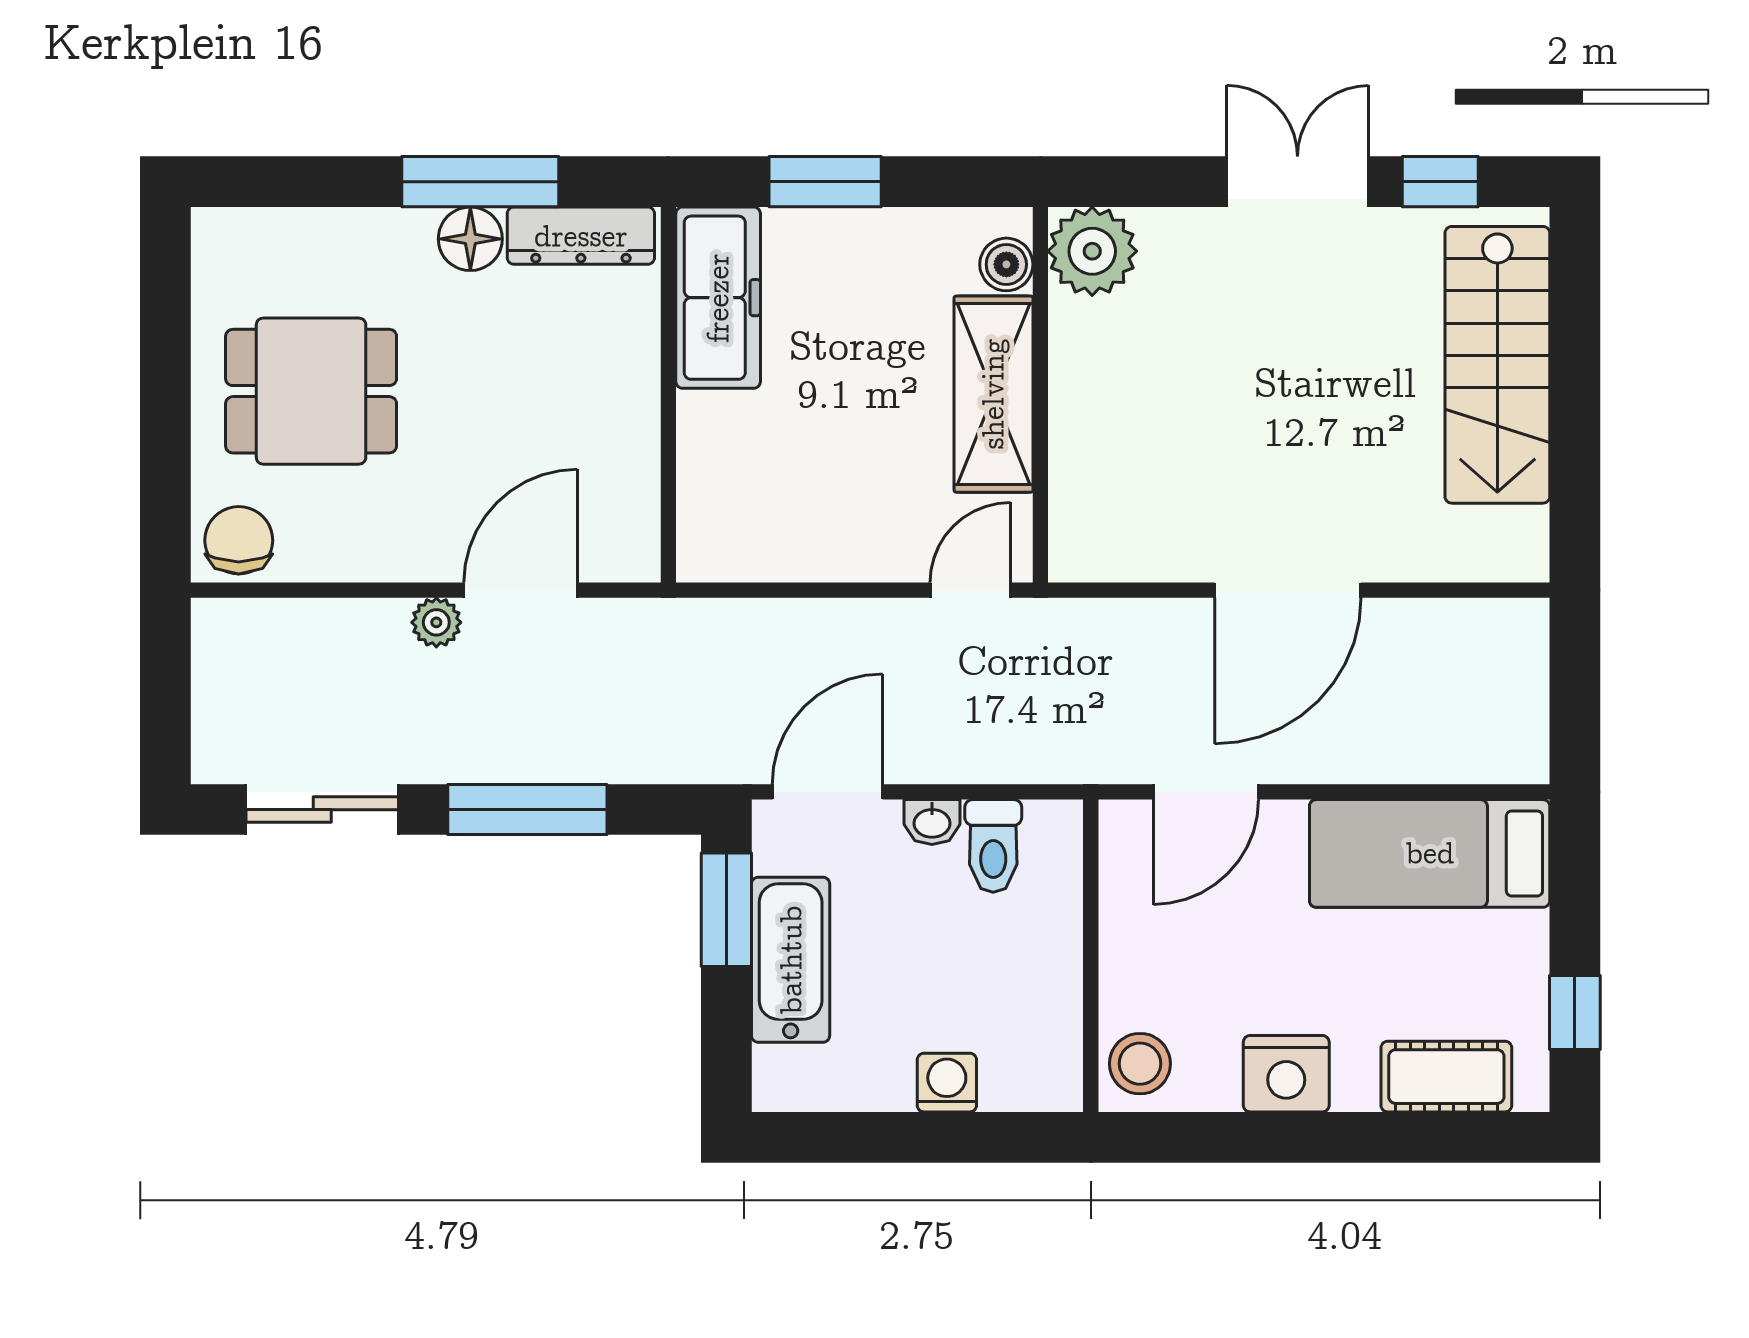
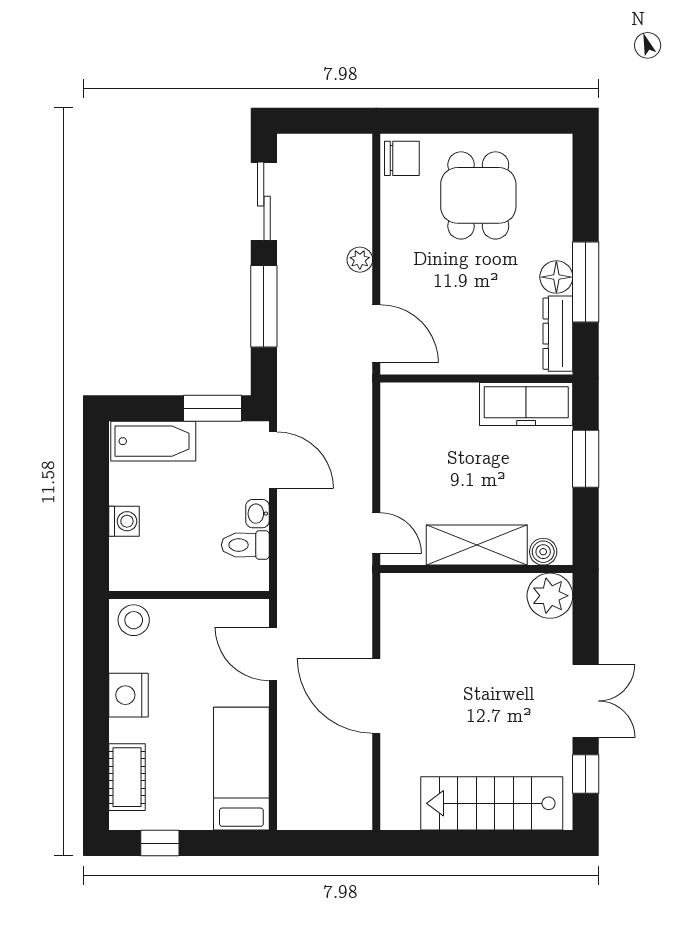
door: (521, 590) -> (376, 334), moved
bathtub: (791, 960) -> (153, 441), moved

